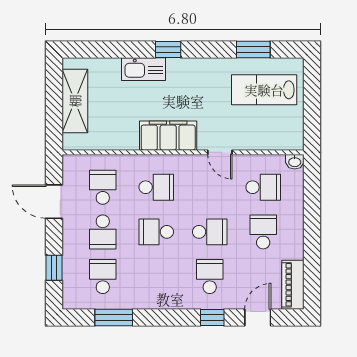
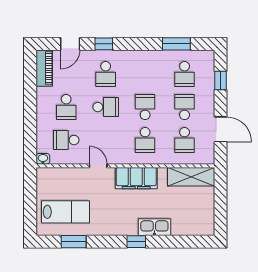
shelving: (75, 101) -> (191, 177), moved, turned 90
school desk: (156, 187) -> (145, 140), turned -90
school desk: (156, 232) -> (145, 107), turned -90
school desk: (210, 232) -> (106, 107), turned 180

